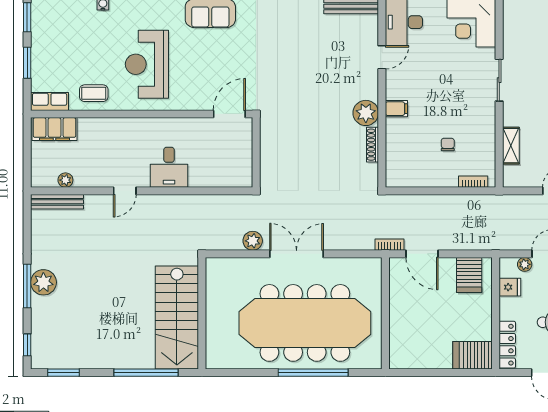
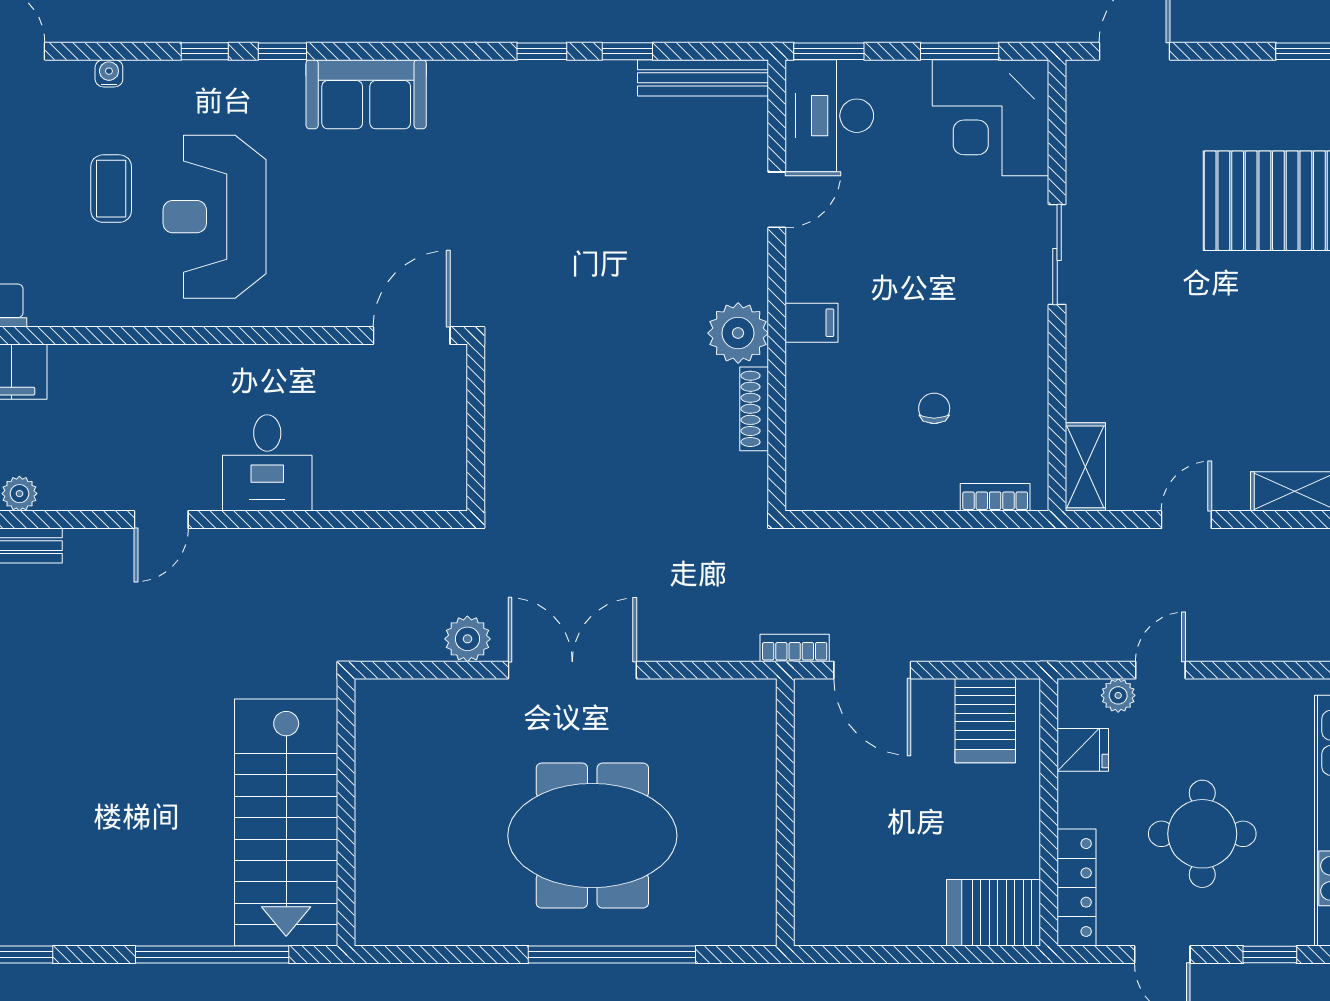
coffee table: (94, 93) -> (111, 189), moved, turned 90
shelving: (511, 146) -> (1085, 467), moved
meeting table: (305, 323) -> (592, 836), width x0.54, depth x0.79

